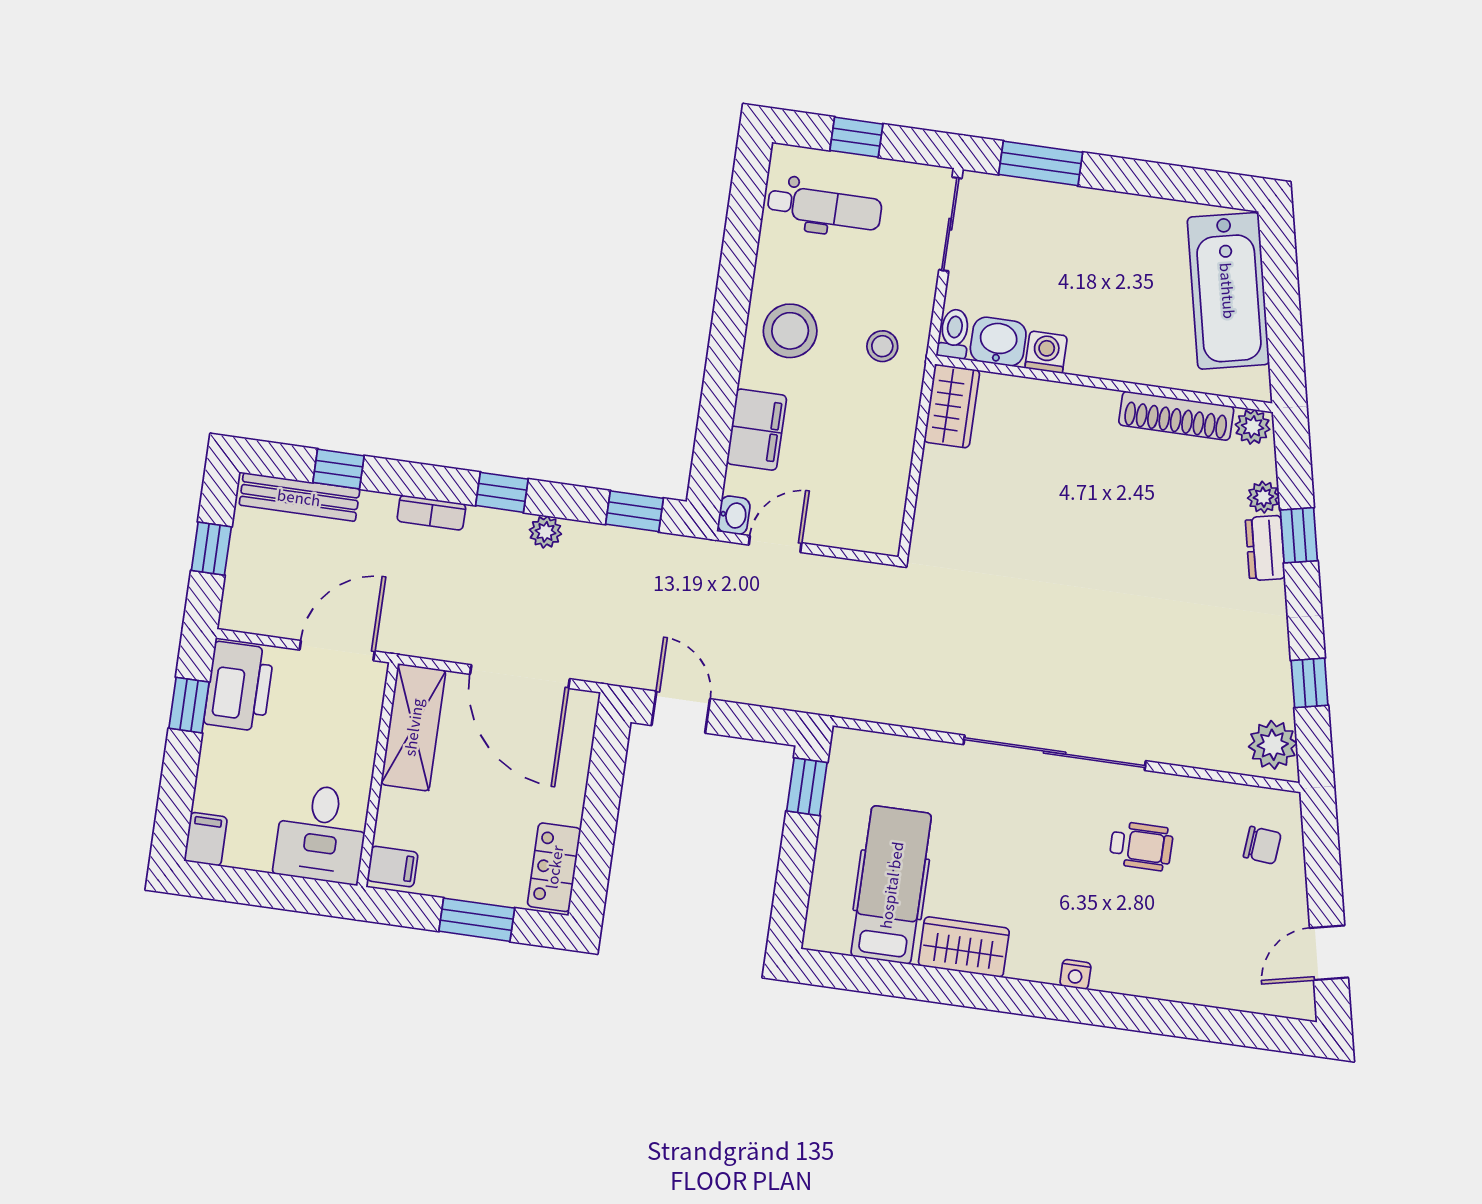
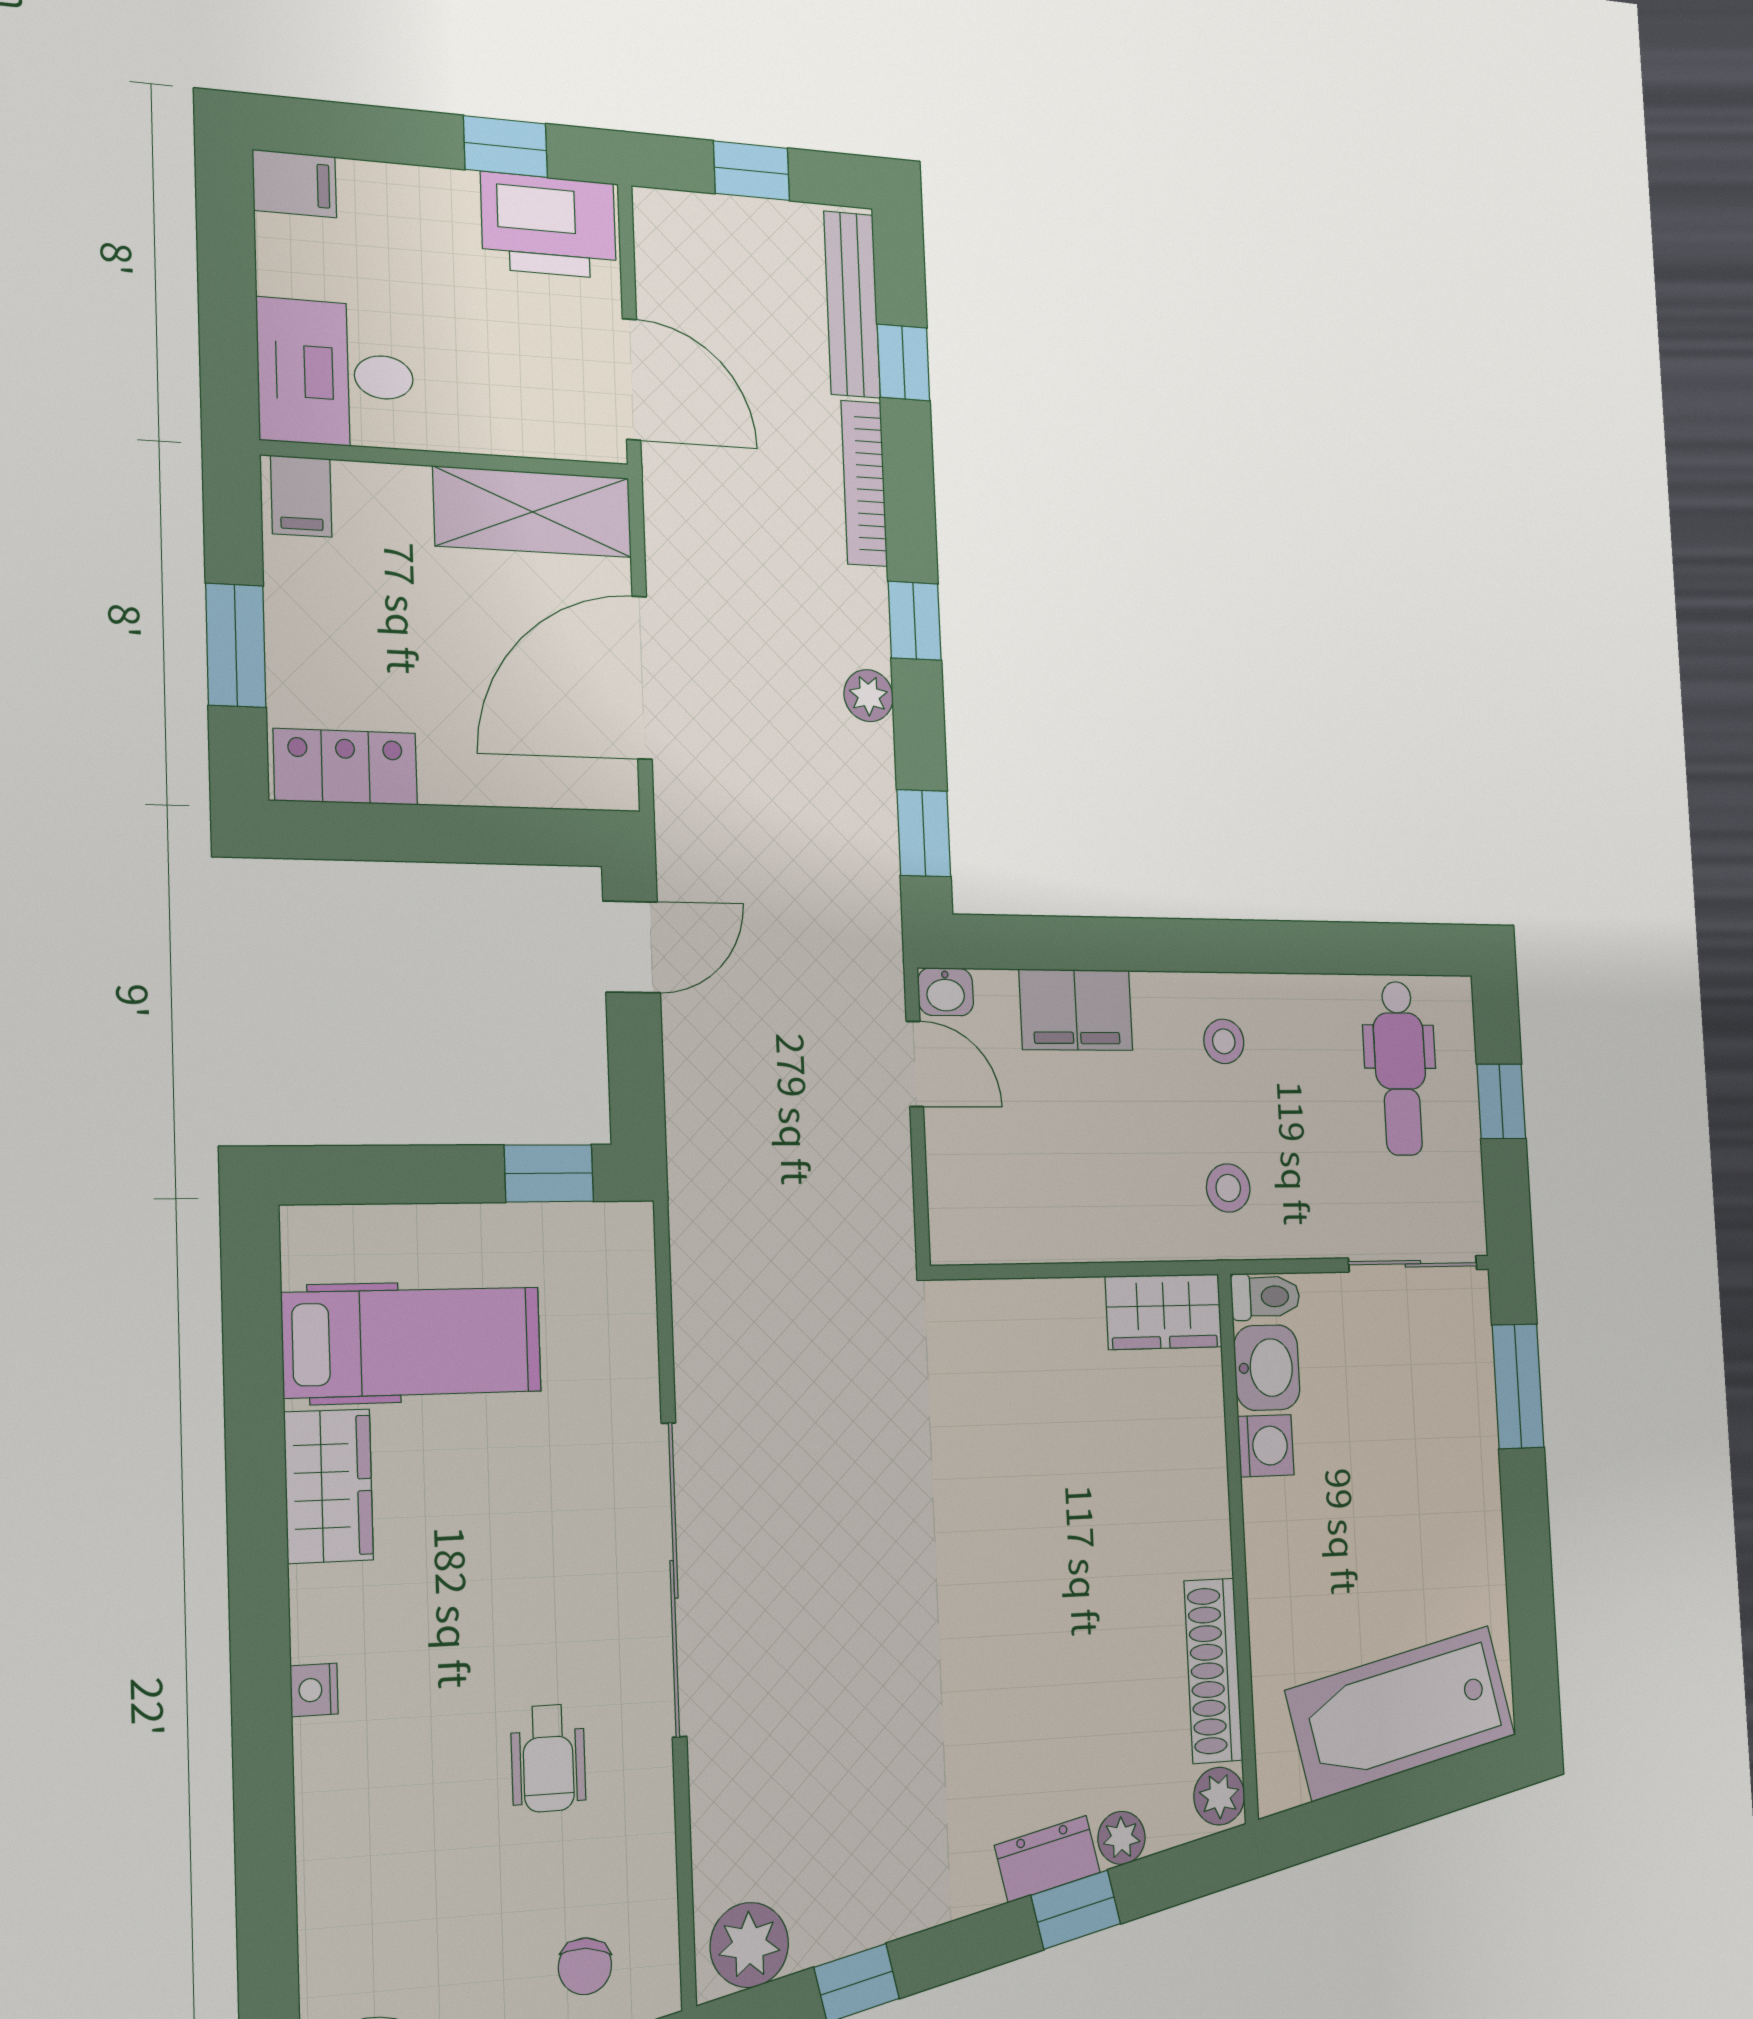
stool: (790, 331) -> (1224, 1041), width x0.53, depth x0.53
bookcase: (431, 513) -> (864, 483), width x1.56

